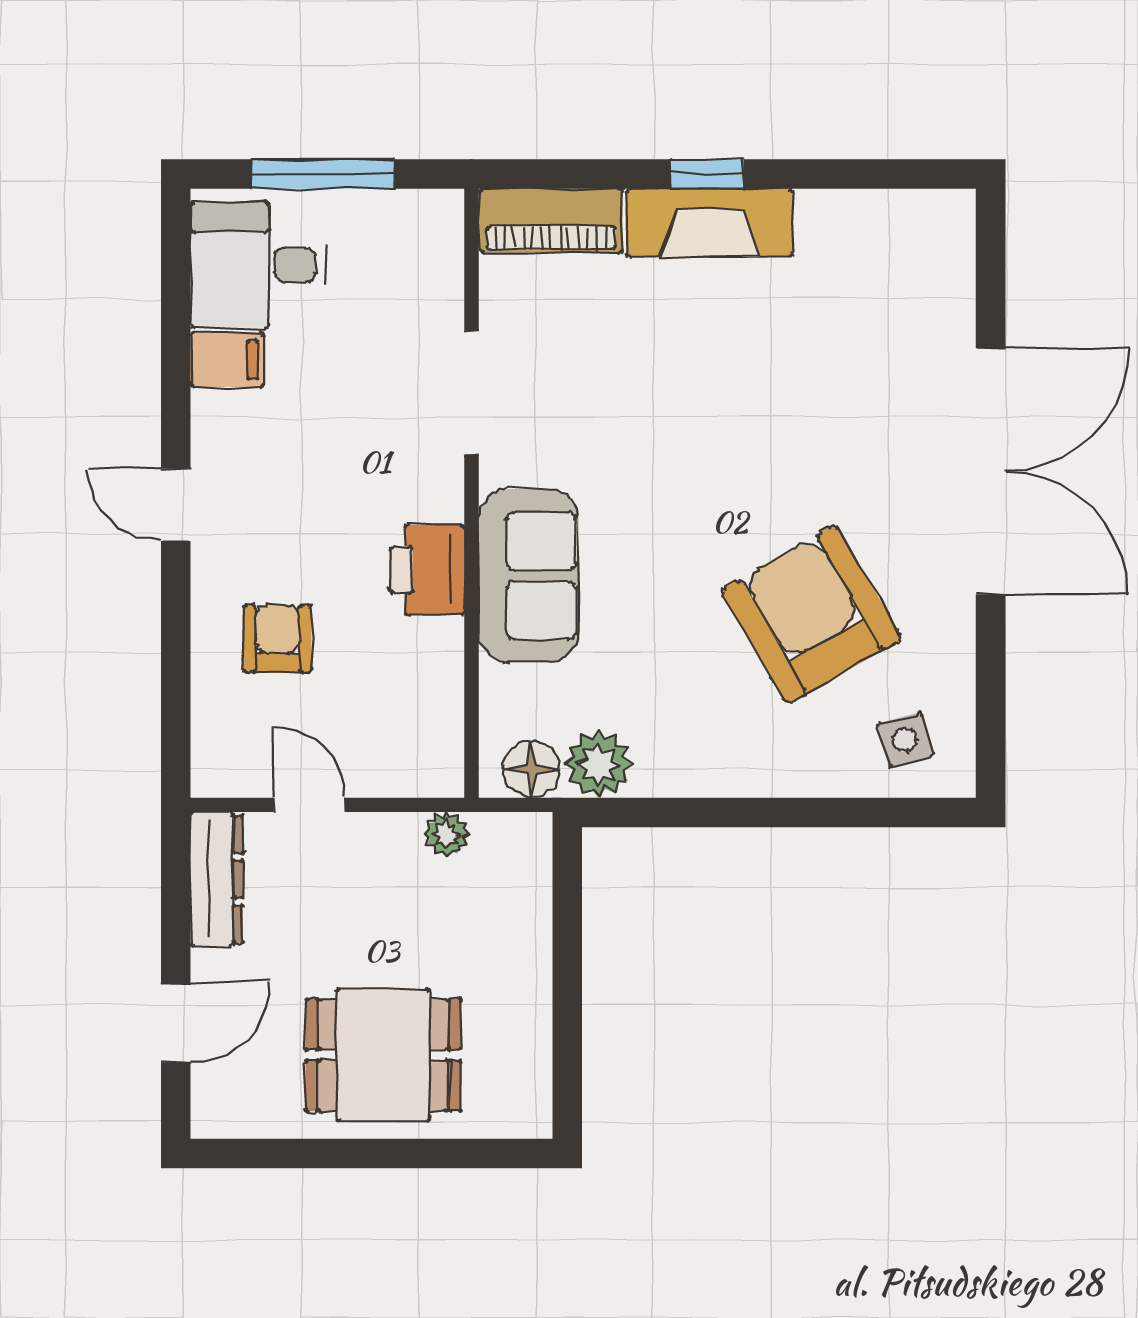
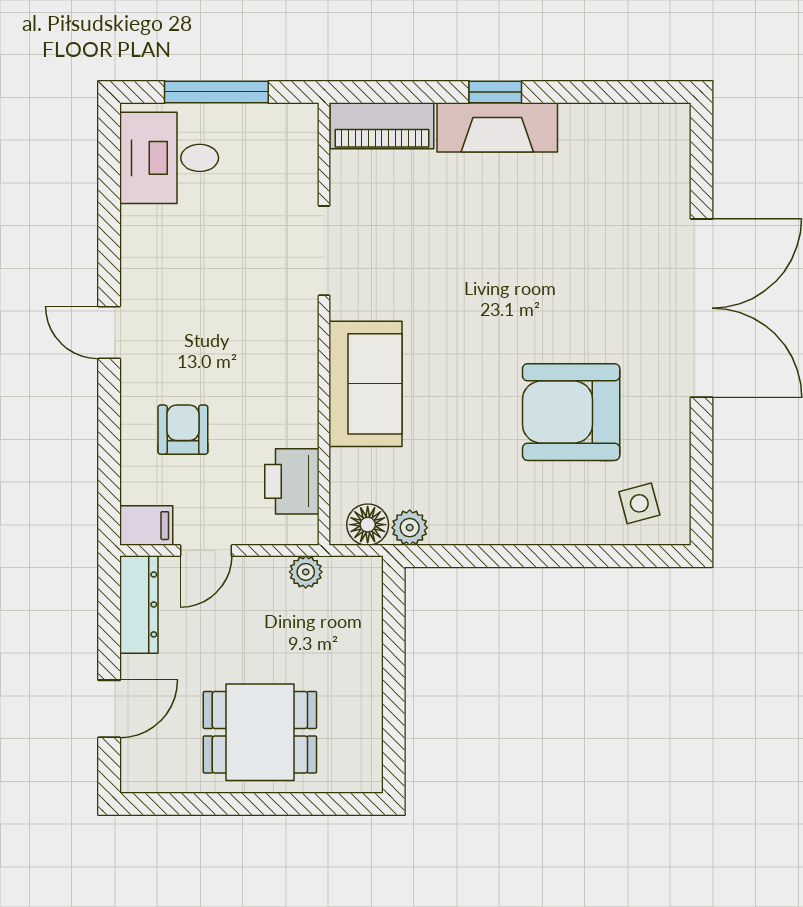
filing cabinet: (227, 360) -> (146, 526), moved
printer: (427, 570) -> (292, 481), moved
armchair: (811, 614) -> (571, 412), turned -60
plant: (598, 764) -> (410, 528), width x0.73, depth x0.73
door: (309, 805) -> (206, 551), swing flipped

